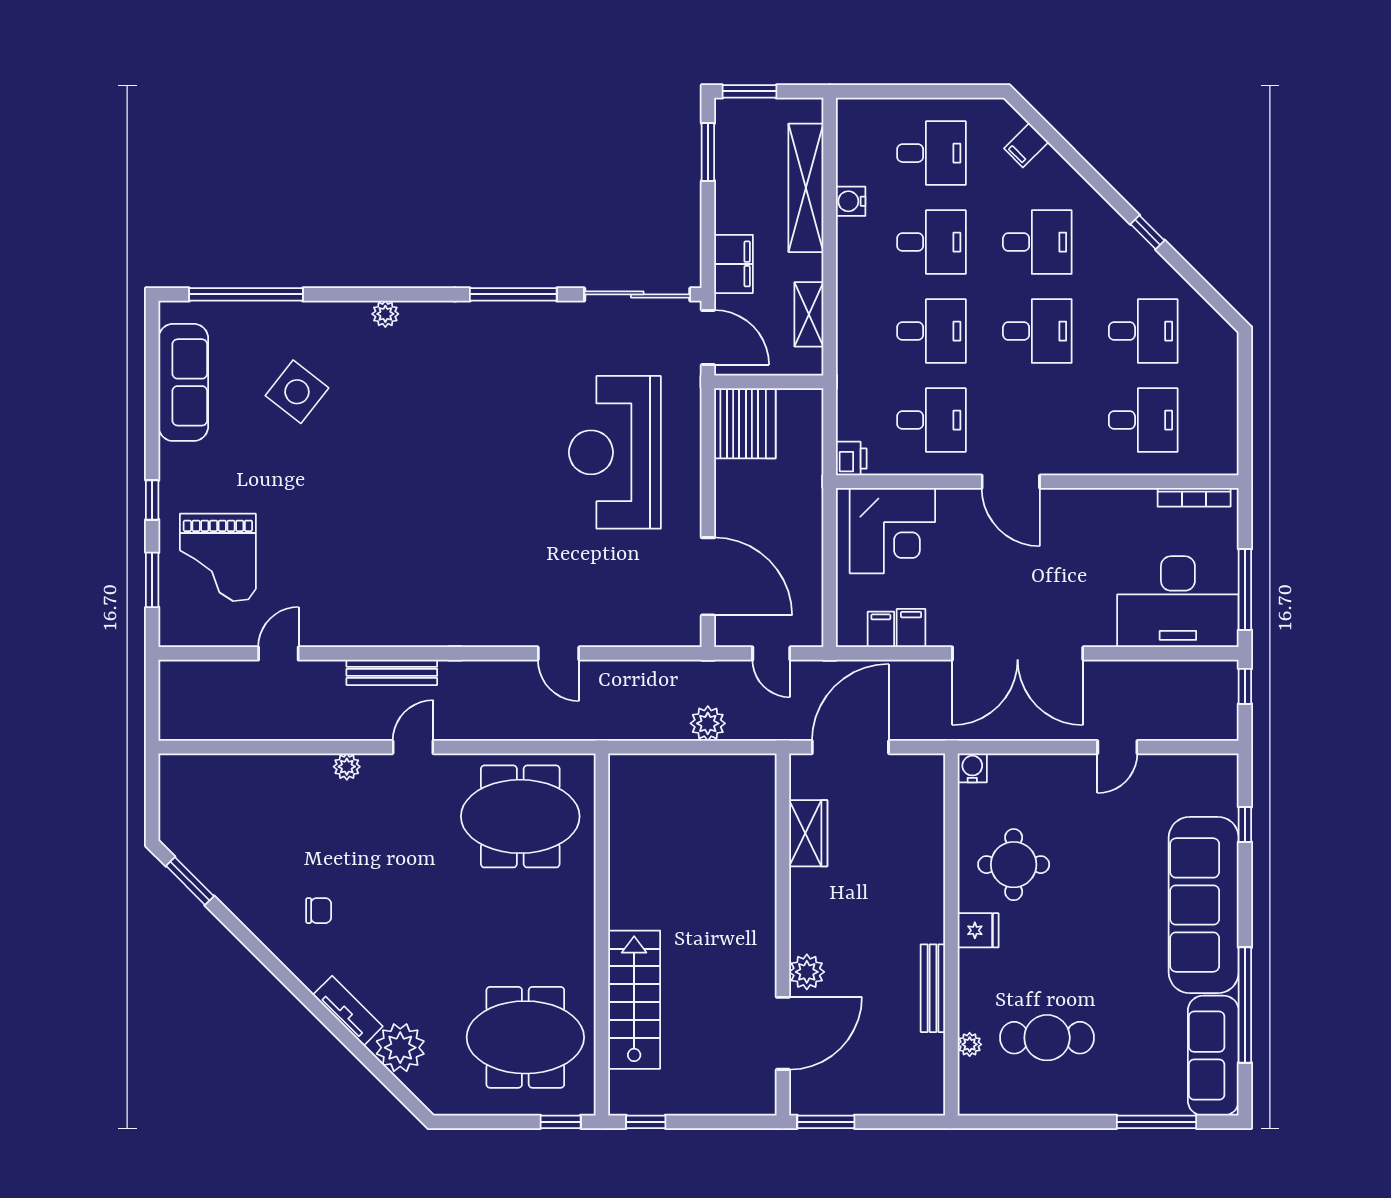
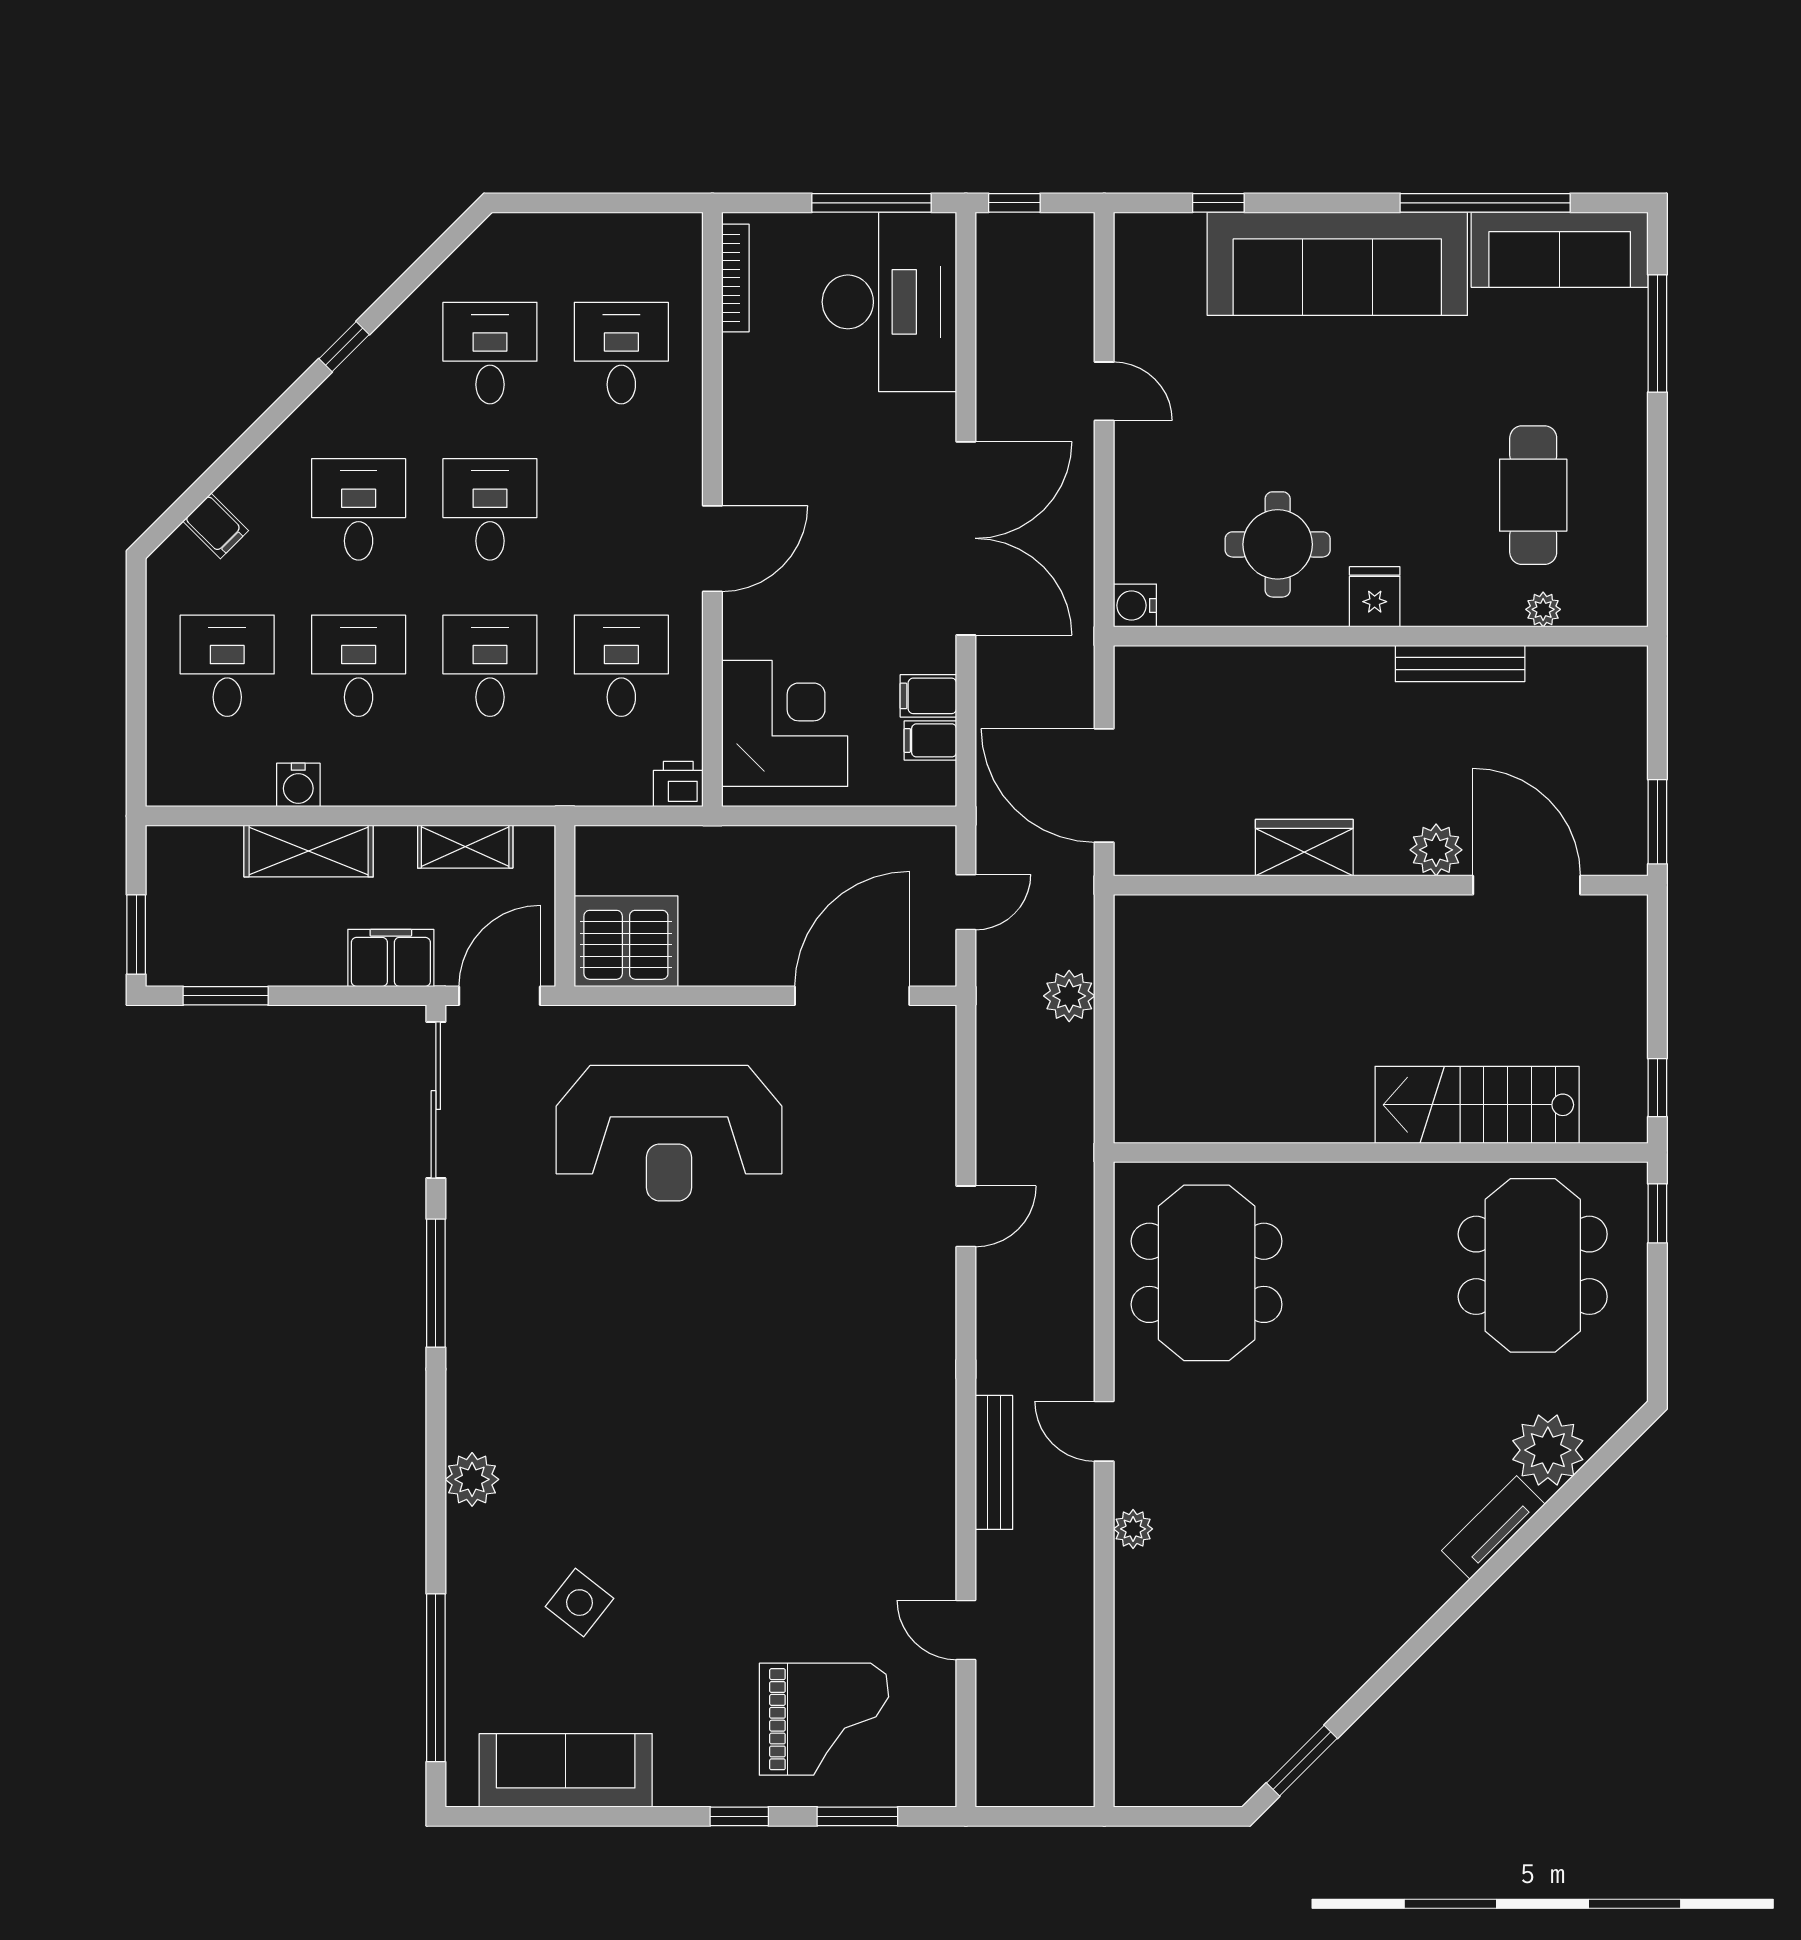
shelving: (806, 188) -> (309, 851), width x0.68
plant: (385, 314) -> (472, 1479), width x1.38, depth x1.38
side table: (297, 392) -> (580, 1603), width x0.73, depth x0.73
wardrobe: (808, 833) -> (1304, 848), moved
chair: (319, 911) -> (1346, 1570), removed

